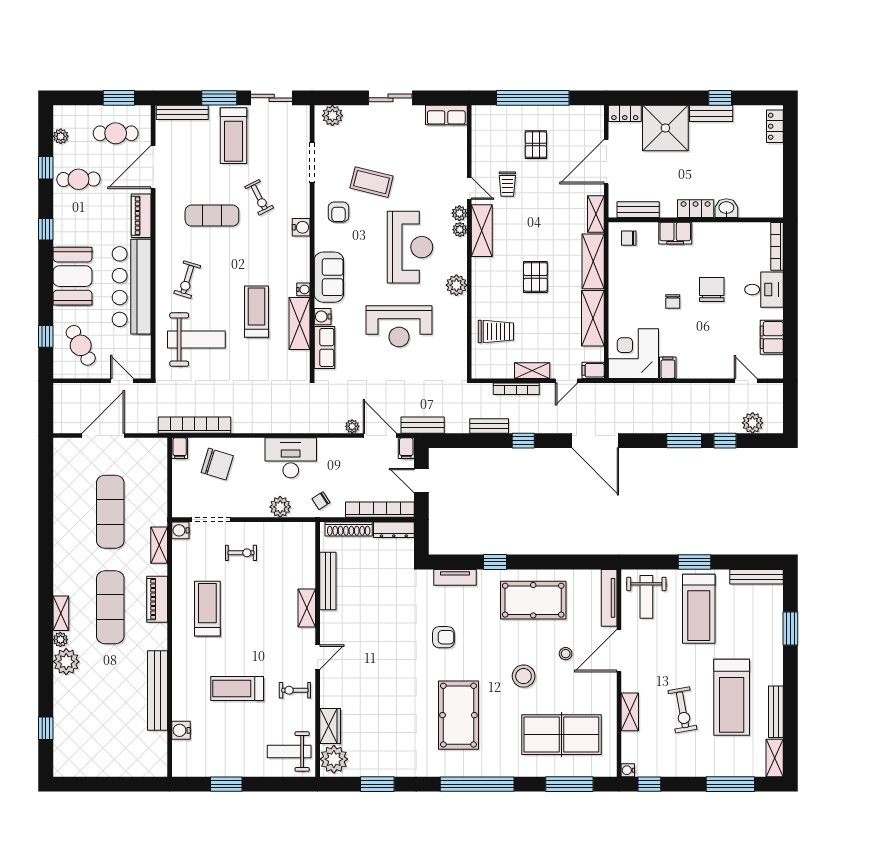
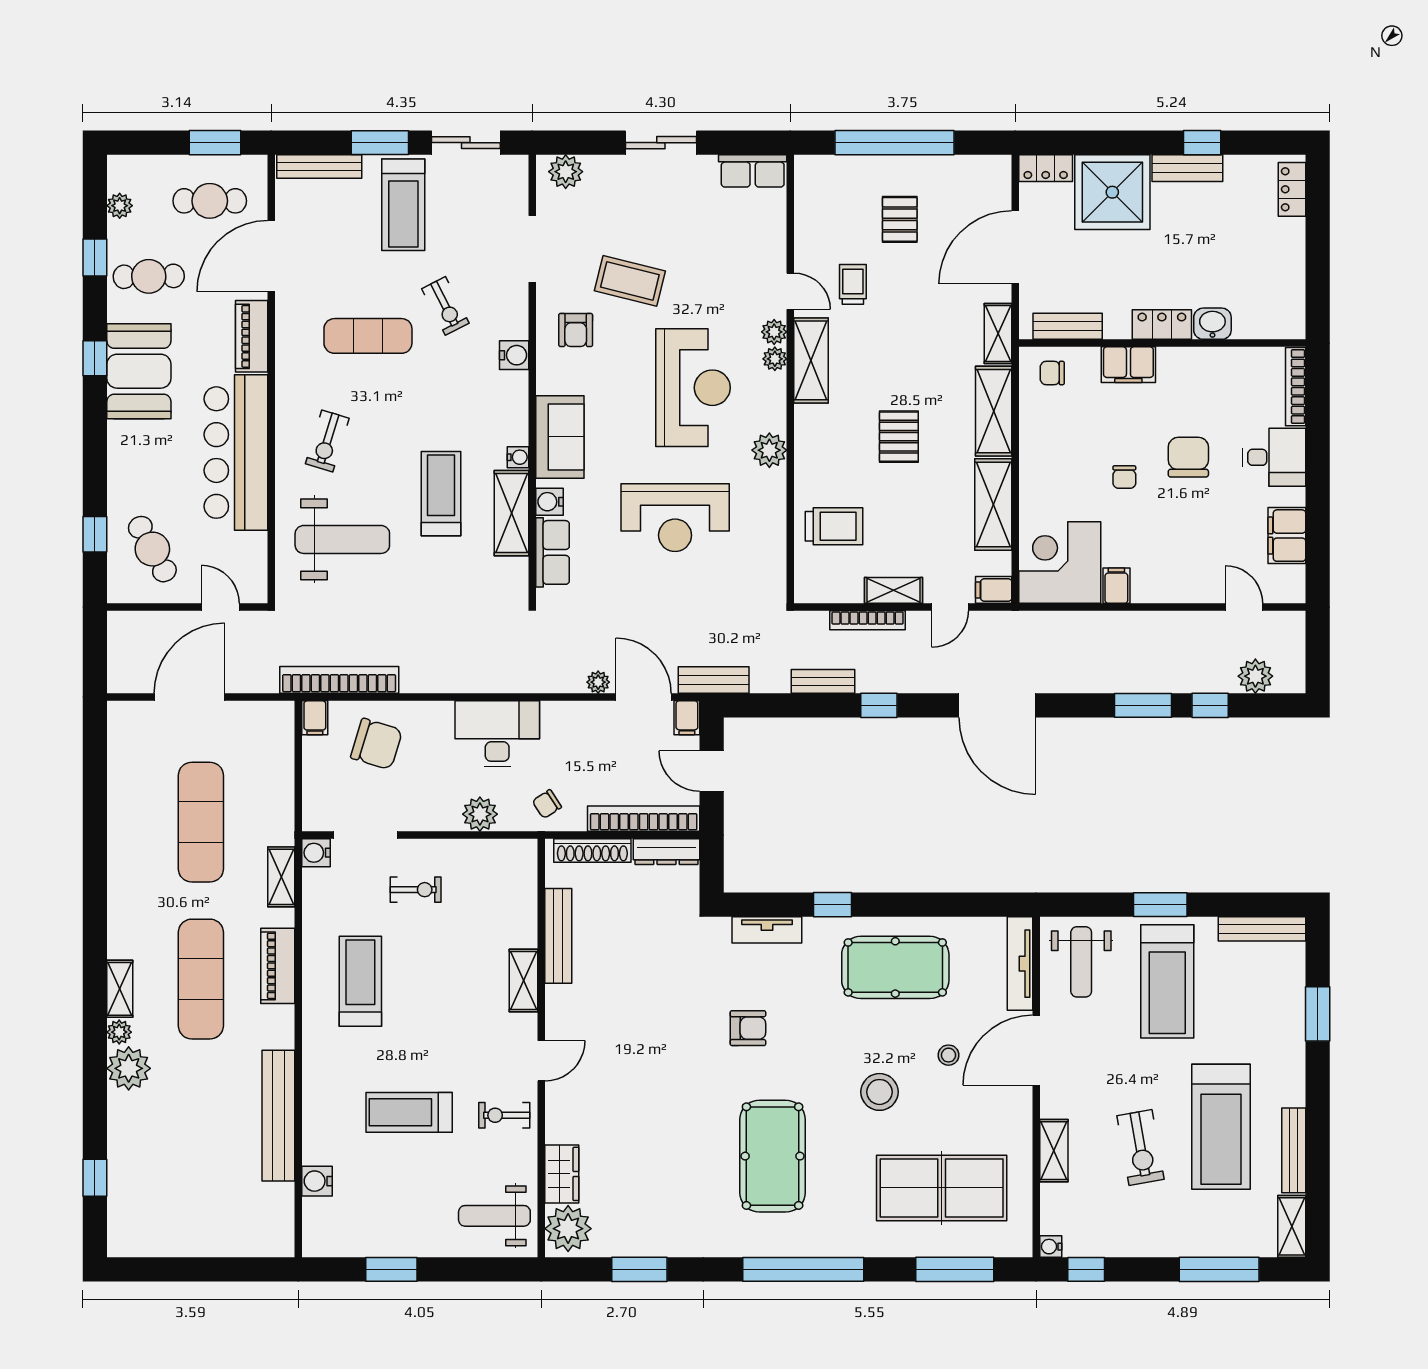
trolley: (507, 184) -> (853, 284), turned 180
booth: (72, 276) -> (139, 371), moved

